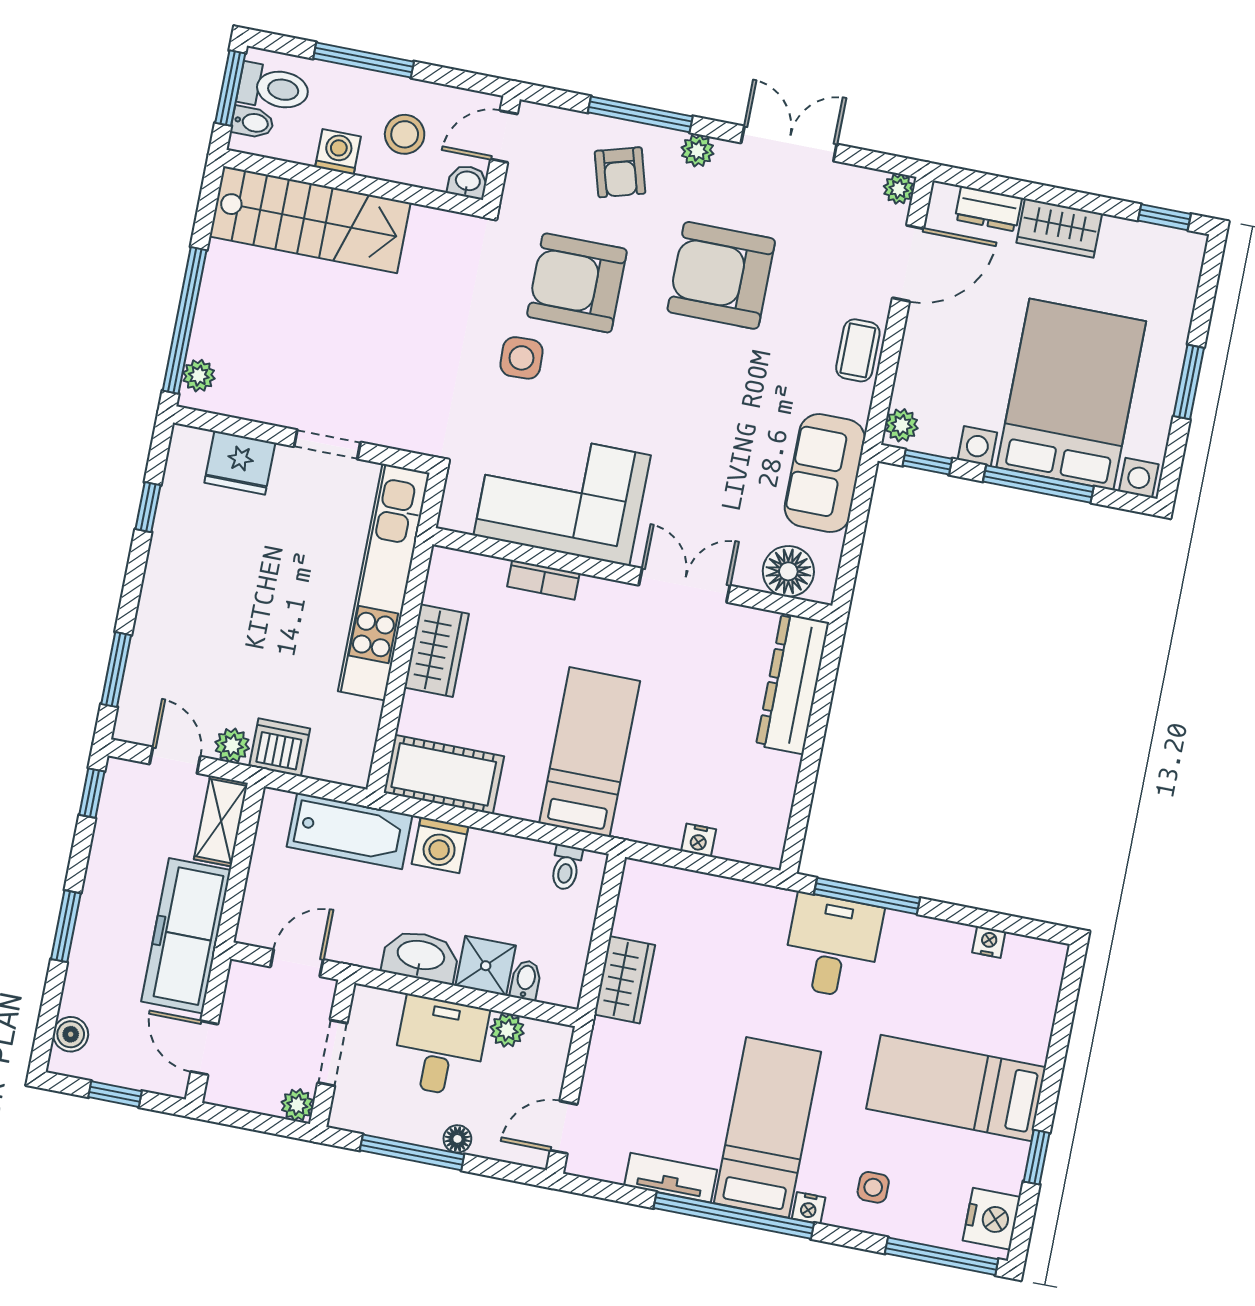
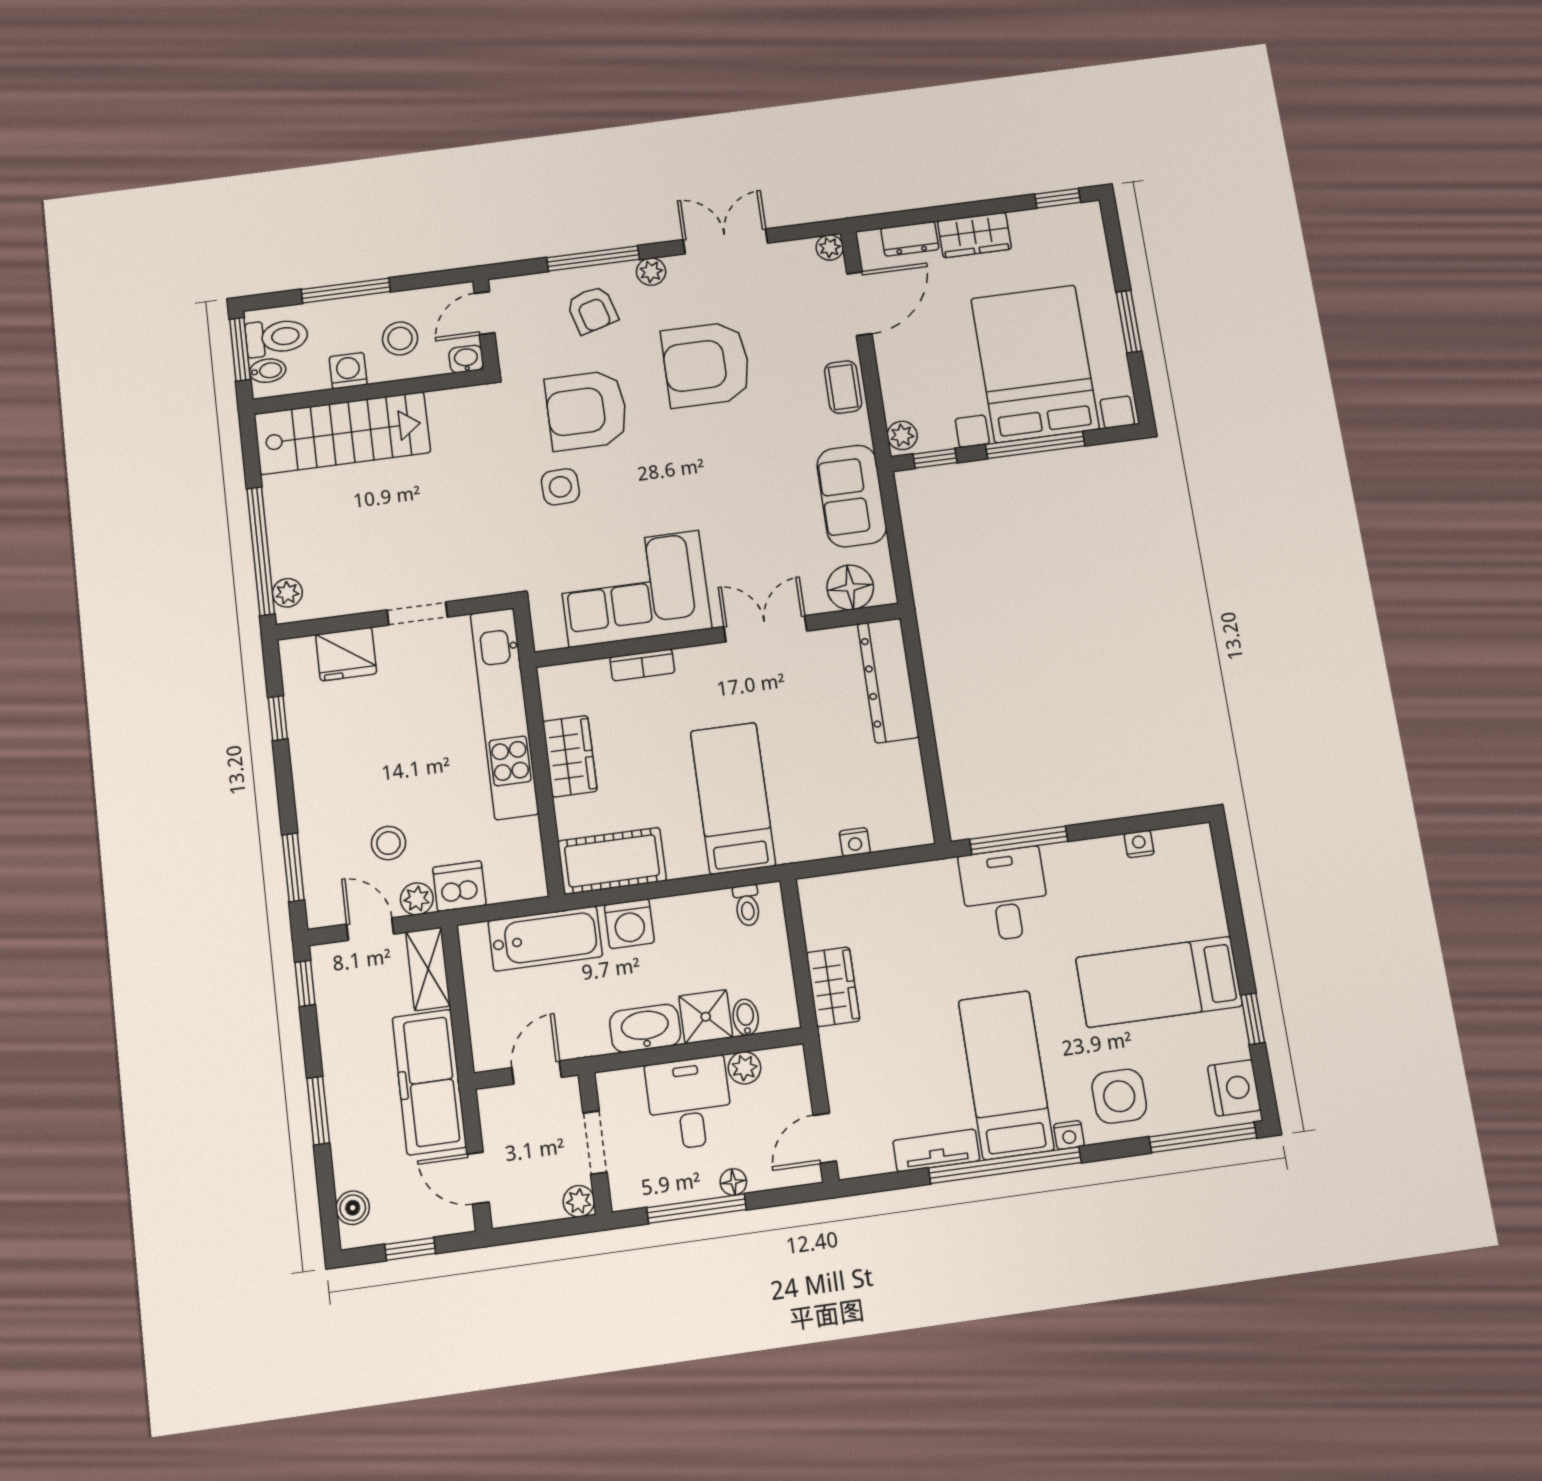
stool: (221, 678) -> (388, 843), added
side table: (873, 1187) -> (1119, 1096), width x1.87, depth x1.87

